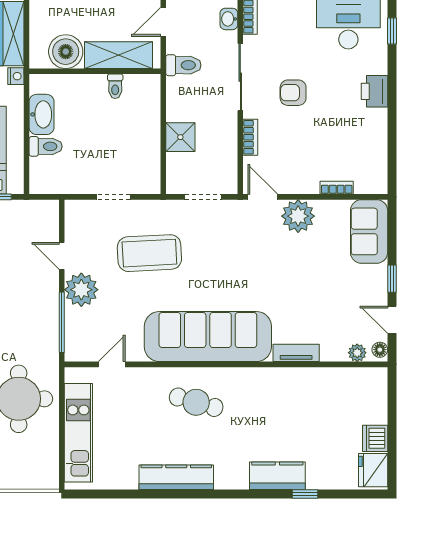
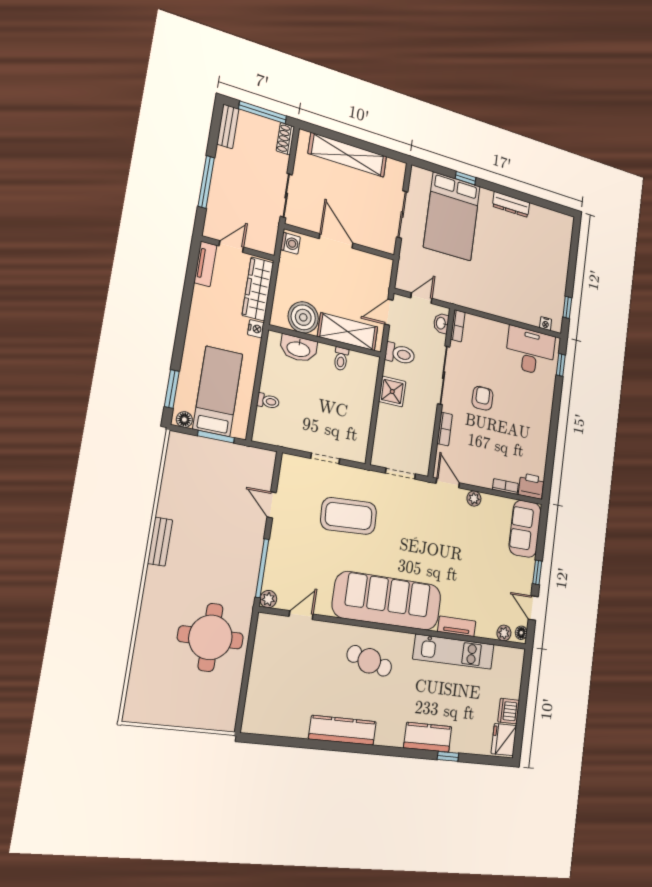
printer: (374, 91) -> (531, 486), moved, turned 90
armchair: (293, 93) -> (482, 398), turned 90
washbasin: (42, 114) -> (299, 349), moved, turned 90
shower: (180, 137) -> (392, 392), moved
toilet: (46, 146) -> (268, 401), width x0.73, depth x0.72
plant: (298, 216) -> (474, 499), width x0.53, depth x0.53
plant: (81, 290) -> (268, 599), moved, width x0.53, depth x0.53
kitchen unit: (78, 433) -> (454, 652), moved, turned 90

